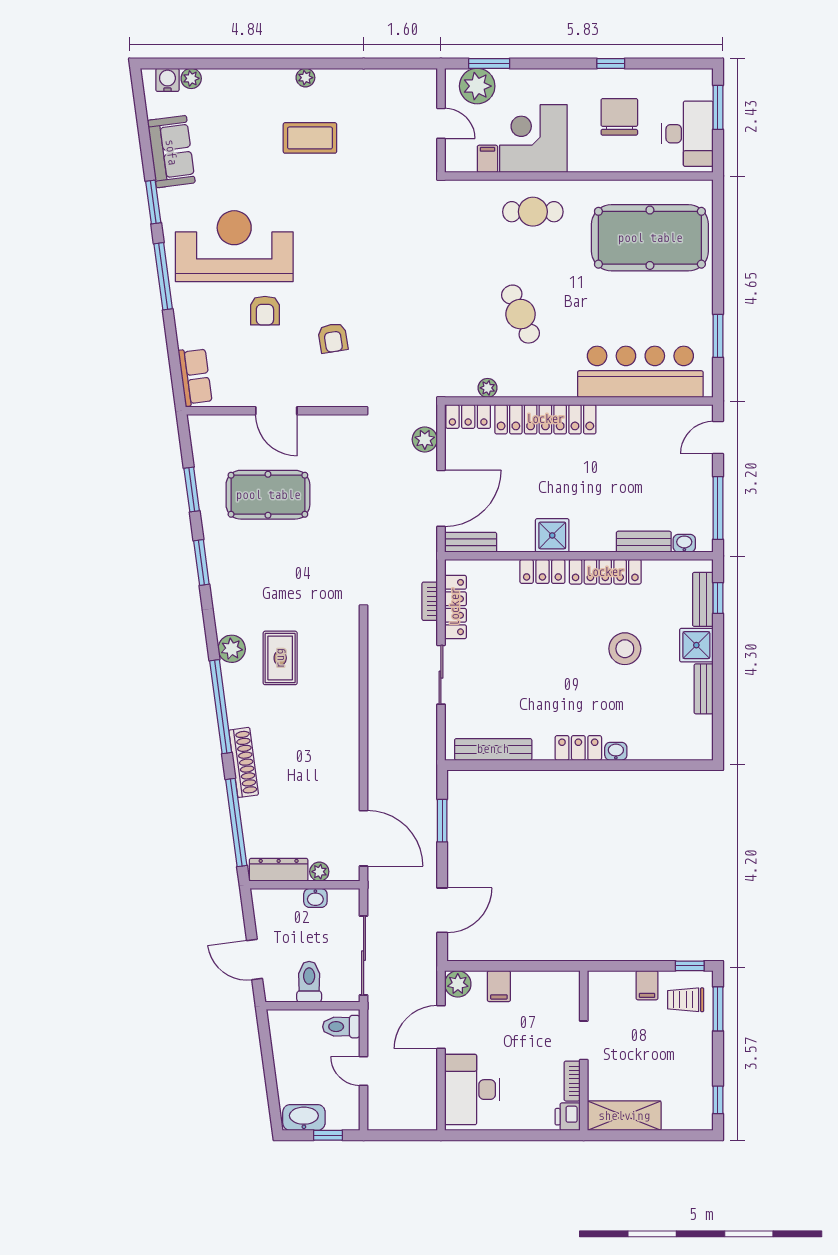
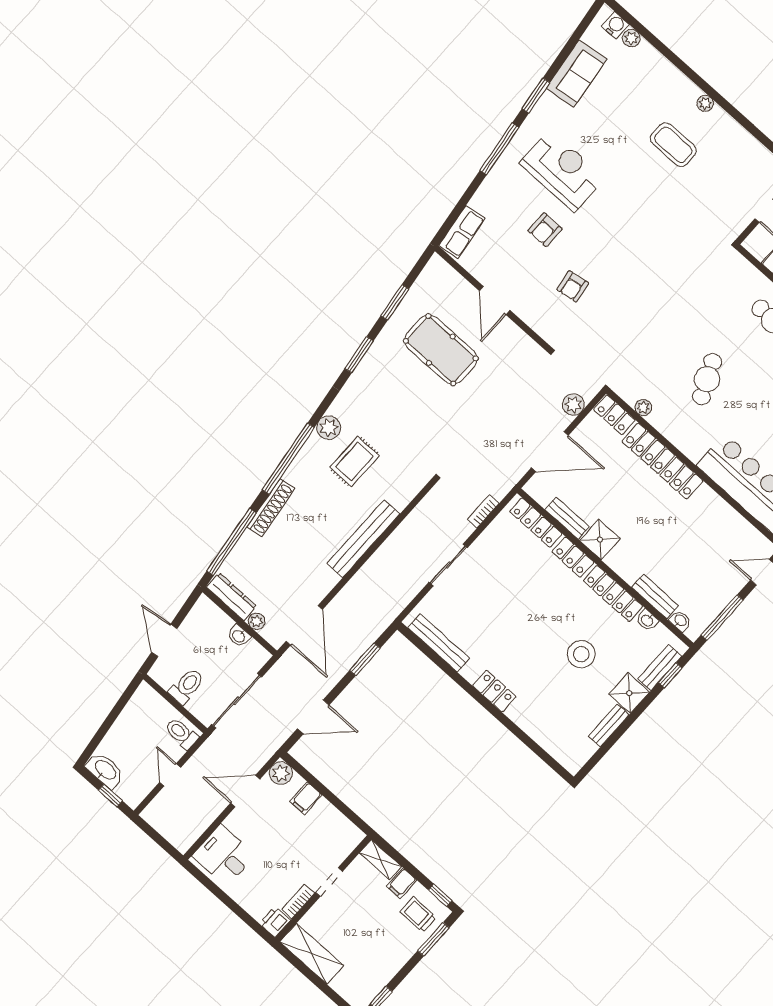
reception desk: (234, 246) -> (562, 171), width x0.74, depth x0.77
bench: (471, 542) -> (567, 518), moved
locker: (455, 607) -> (536, 523), moved, turned 90
bench: (348, 718) -> (363, 539), added
washbasin: (616, 751) -> (647, 620), moved, turned 180
shelving: (611, 981) -> (381, 860), added
desk: (472, 1090) -> (224, 855), width x0.73

